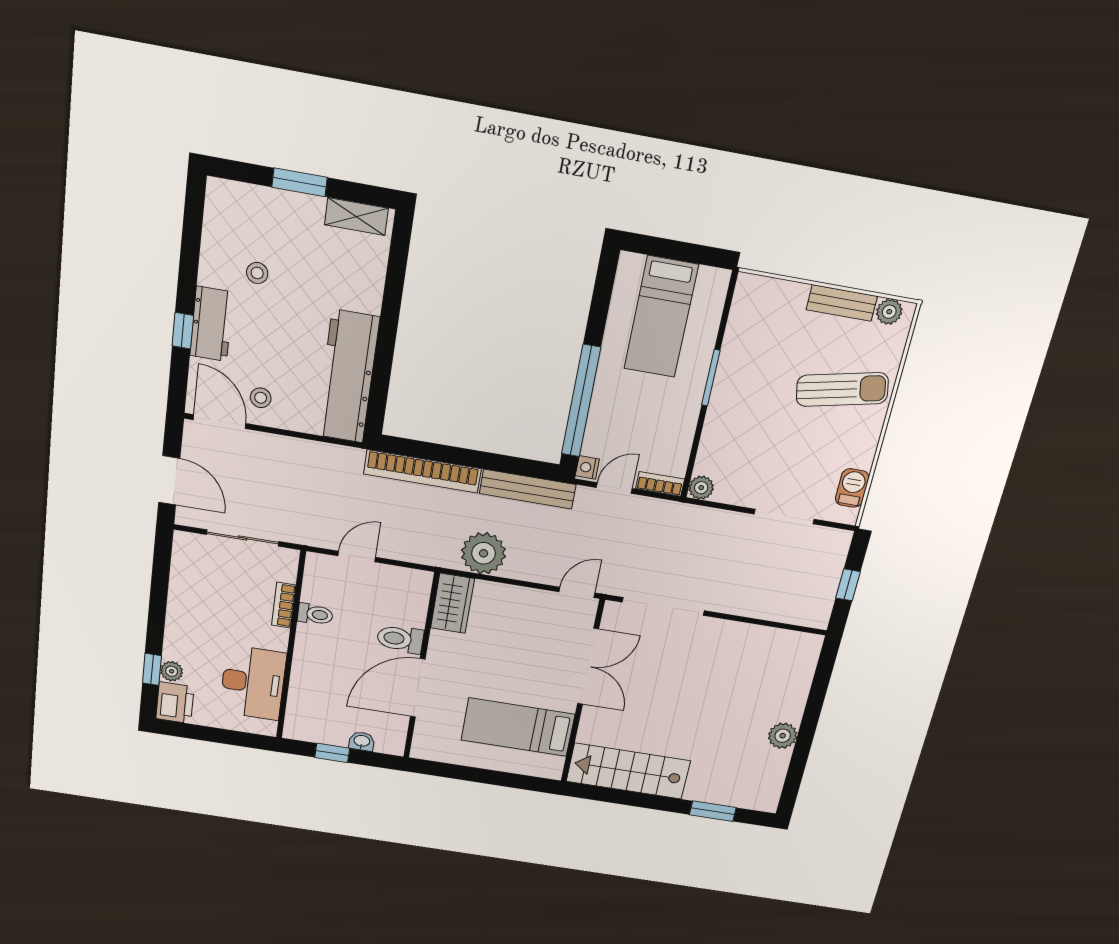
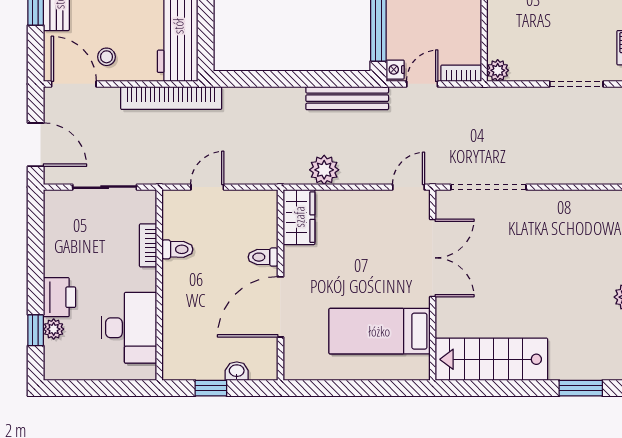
bookcase: (422, 471) -> (171, 98), moved
plant: (484, 553) -> (324, 170), width x0.73, depth x0.73
toilet: (400, 639) -> (263, 257), width x0.73, depth x0.72
printer: (175, 703) -> (59, 297), moved

